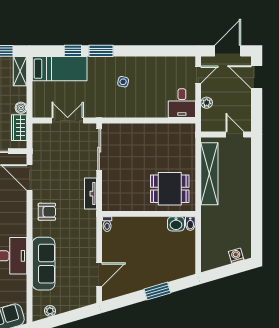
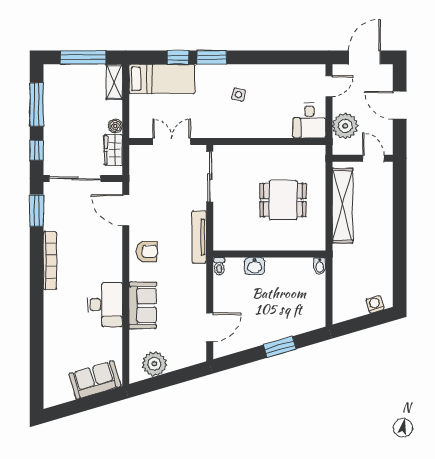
door: (257, 77) -> (400, 105), moved
plant: (207, 103) -> (345, 126), width x1.88, depth x1.88
dining table: (170, 189) -> (283, 200), moved
tv unit: (90, 194) -> (199, 237), width x1.41
washbasin: (176, 224) -> (255, 266), moved
sofa: (44, 264) -> (143, 305), width x0.73
plant: (50, 311) -> (154, 364), width x1.87, depth x1.87

